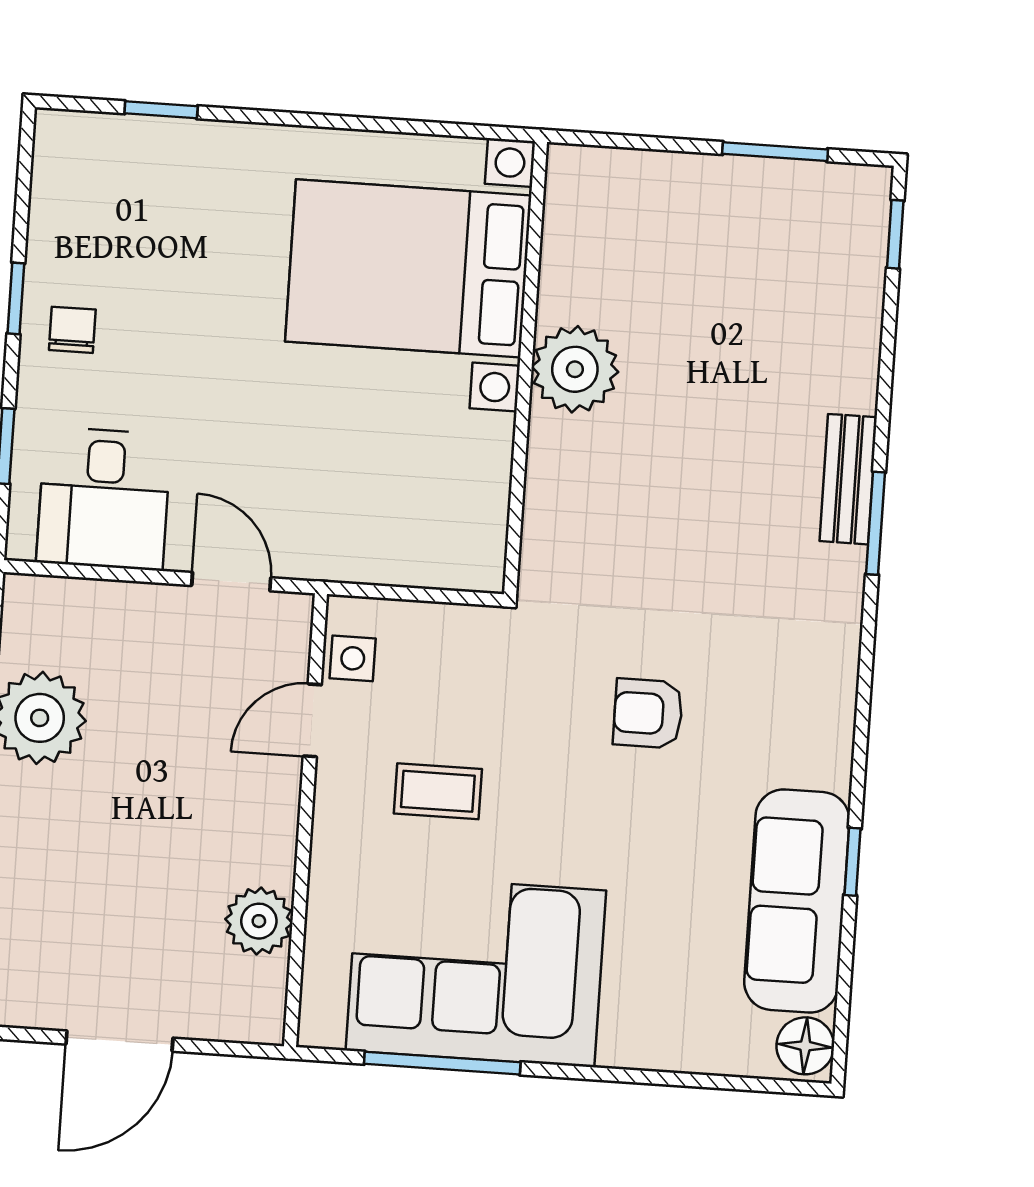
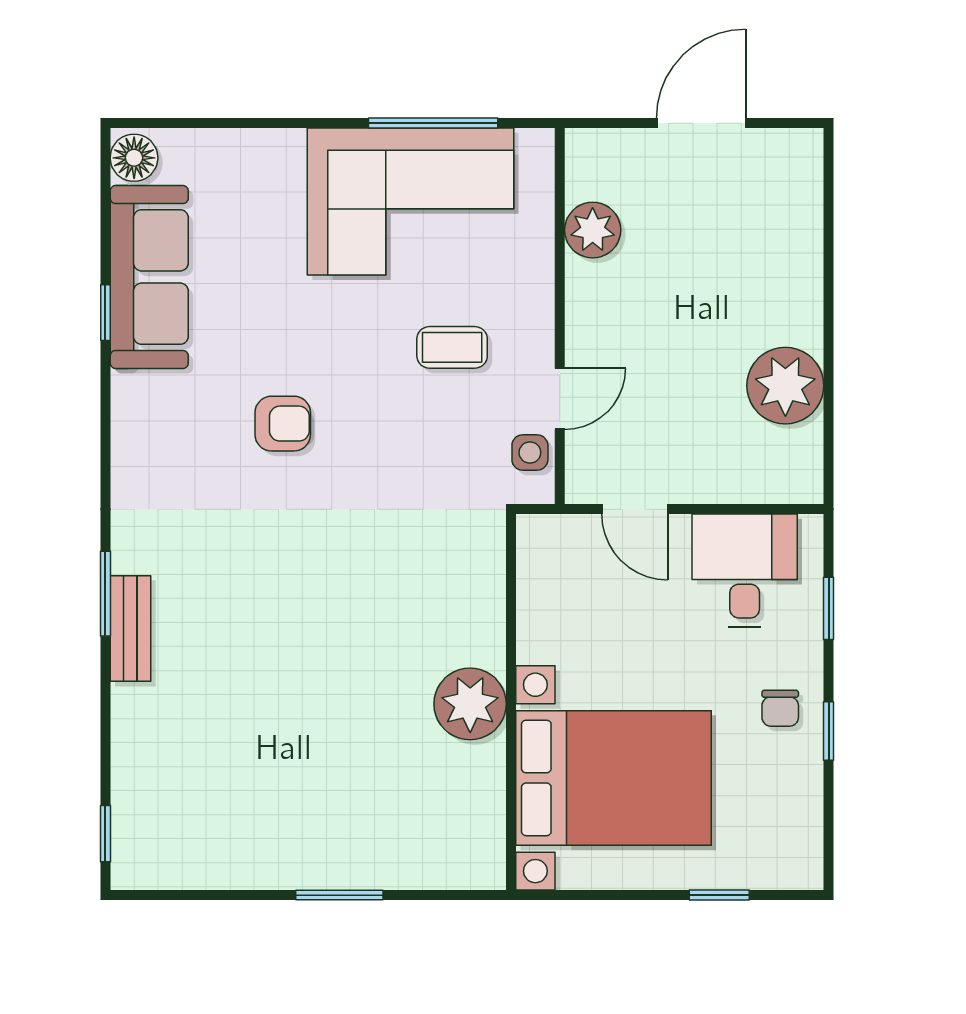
window: (775, 152) -> (339, 895), moved
bed with nightstands: (408, 268) -> (613, 778), moved
wall: (525, 368) -> (511, 702), moved
plant: (575, 369) -> (470, 704), moved

